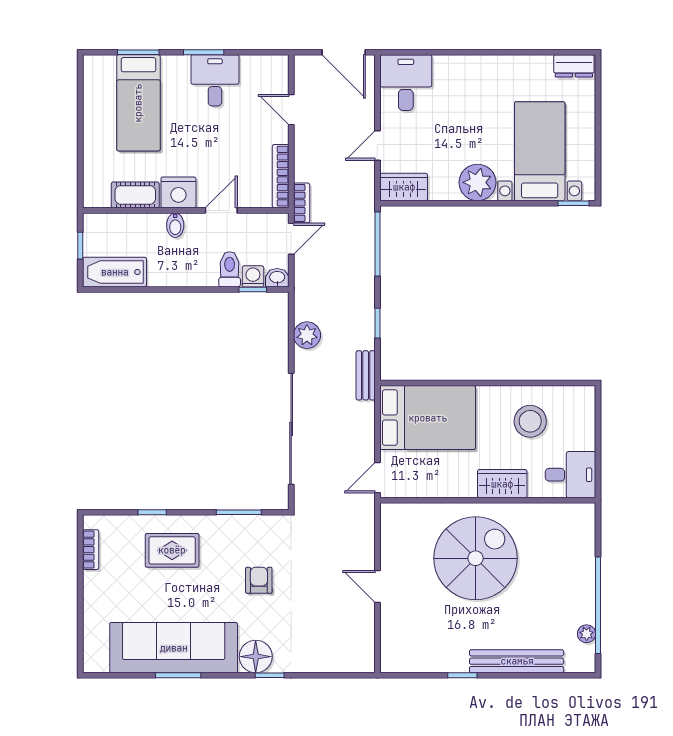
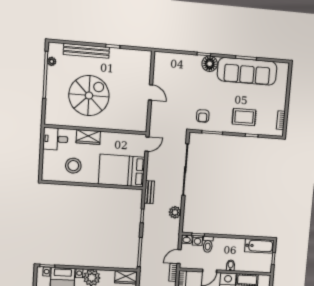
spiral stairs: (476, 558) -> (89, 96), moved, turned 180
armchair: (259, 580) -> (203, 116), moved

